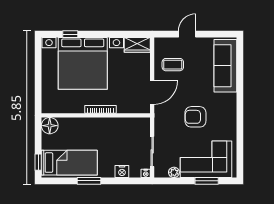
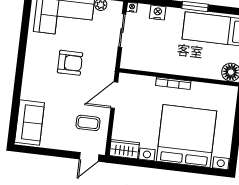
window: (70, 34) -> (196, 170), removed
door: (187, 34) -> (89, 157), moved
sofa: (225, 66) -> (30, 122), width x0.73

